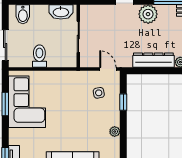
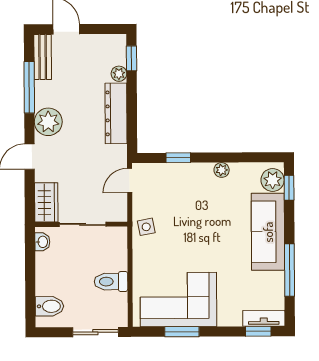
washbasin: (61, 12) -> (42, 242), width x0.52, depth x0.69
wardrobe: (93, 12) -> (46, 202), added
side table: (99, 93) -> (146, 227), moved

